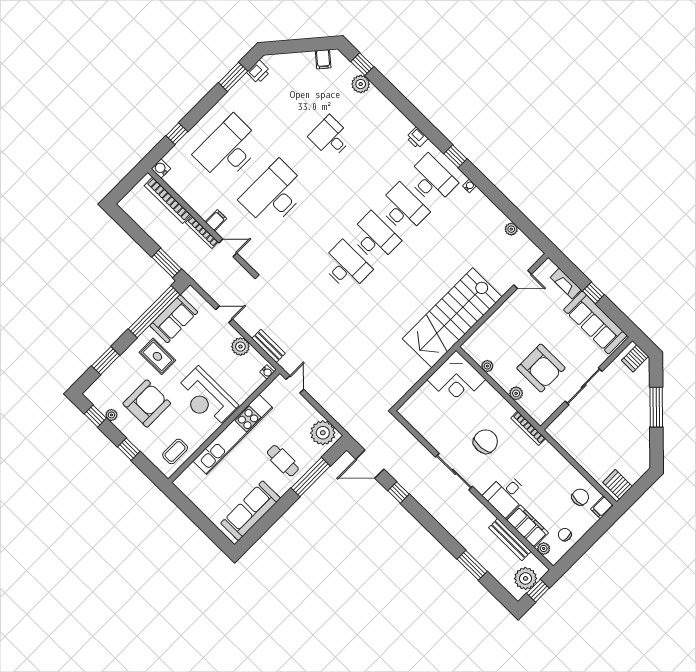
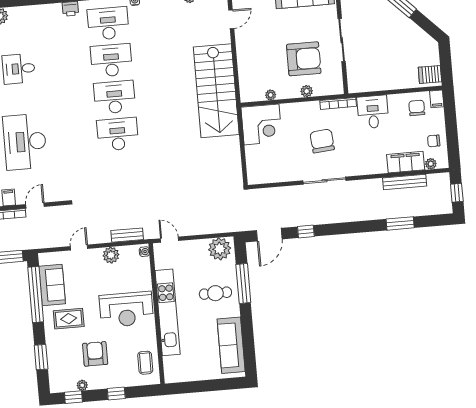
armchair: (147, 403) -> (95, 354), width x0.73, depth x0.73
desk: (506, 495) -> (373, 112), moved, turned 180
plant: (526, 578) -> (441, 194), removed

